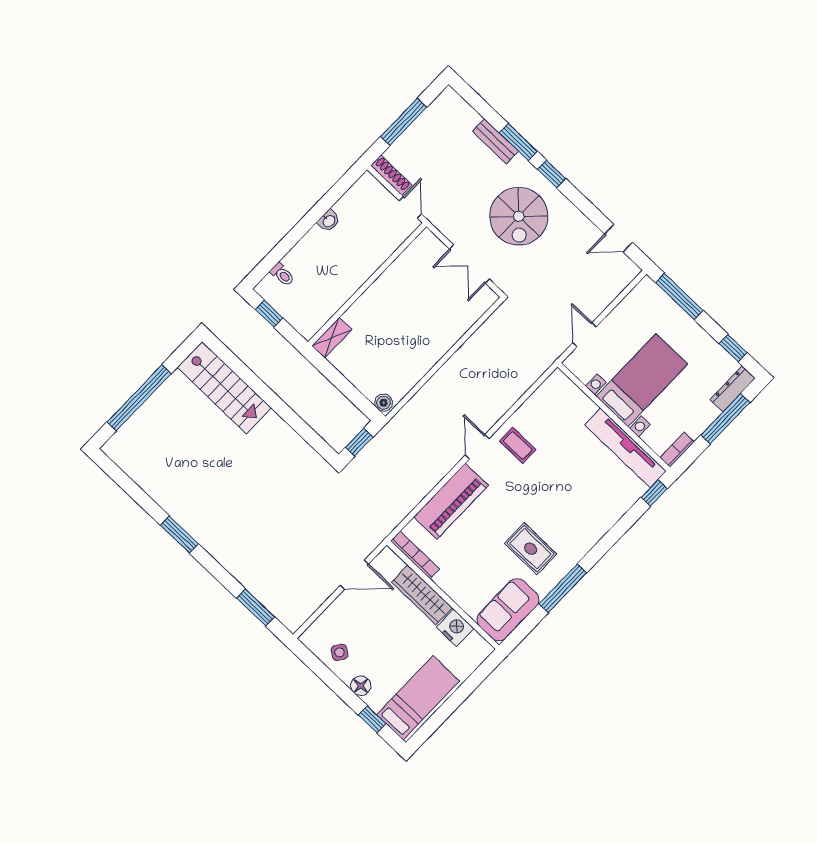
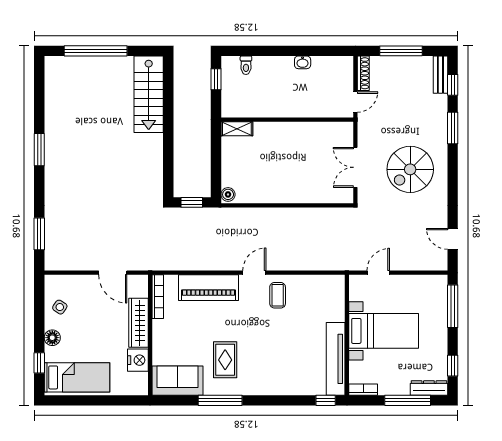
bench: (495, 141) -> (440, 75), moved
window: (552, 174) -> (453, 85), moved

